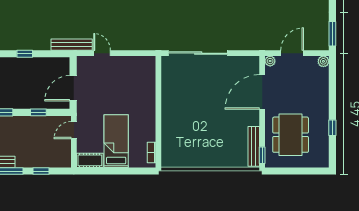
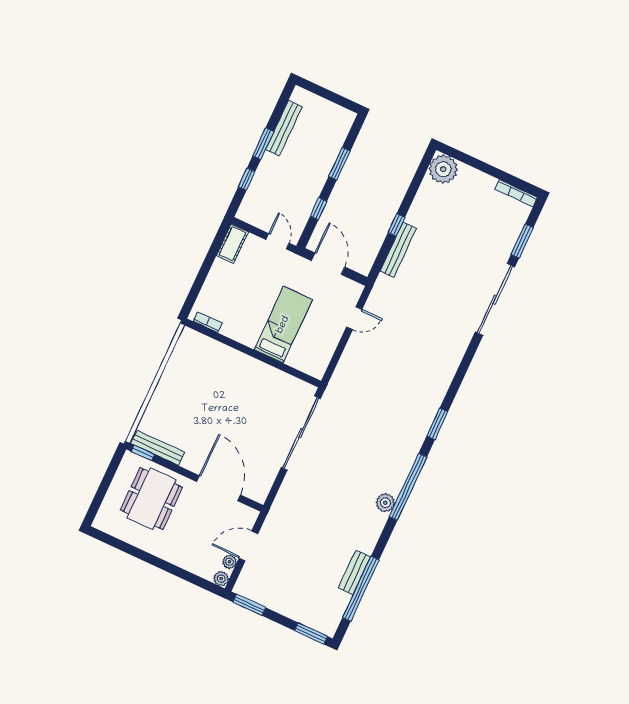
bench: (72, 45) -> (398, 250), moved
door: (292, 53) -> (248, 546), swing flipped
plant: (270, 61) -> (229, 562), moved
window: (332, 128) -> (136, 552), removed
dining table: (291, 135) -> (151, 499), turned 90
bed: (116, 141) -> (283, 325), moved, turned -90

